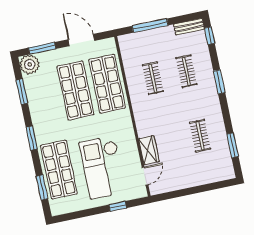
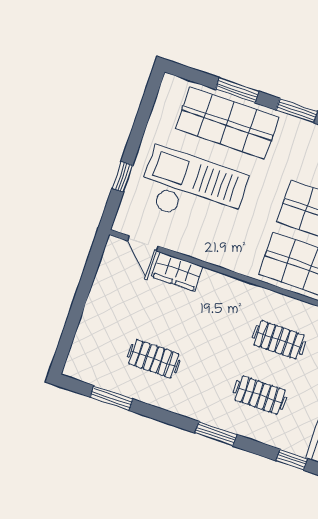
window: (42, 187) -> (237, 90), moved

